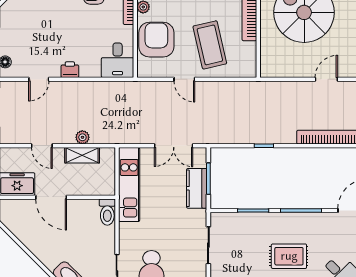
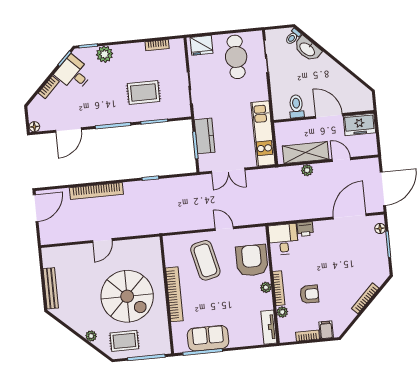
armchair: (156, 40) -> (252, 260), turned 180
printer: (70, 70) -> (305, 229), moved
door: (39, 79) -> (350, 216), width x1.87
double door: (174, 146) -> (228, 171), swing flipped
shelving: (82, 155) -> (306, 153), width x1.50, depth x1.33
toilet: (107, 212) -> (296, 106), moved
rug: (289, 256) -> (144, 92), moved

